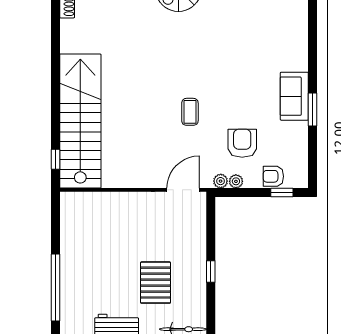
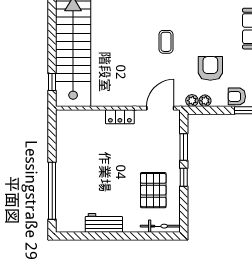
locker: (136, 200) -> (120, 117), added
window: (211, 236) -> (184, 147), added
pallet: (156, 283) -> (153, 190), moved

